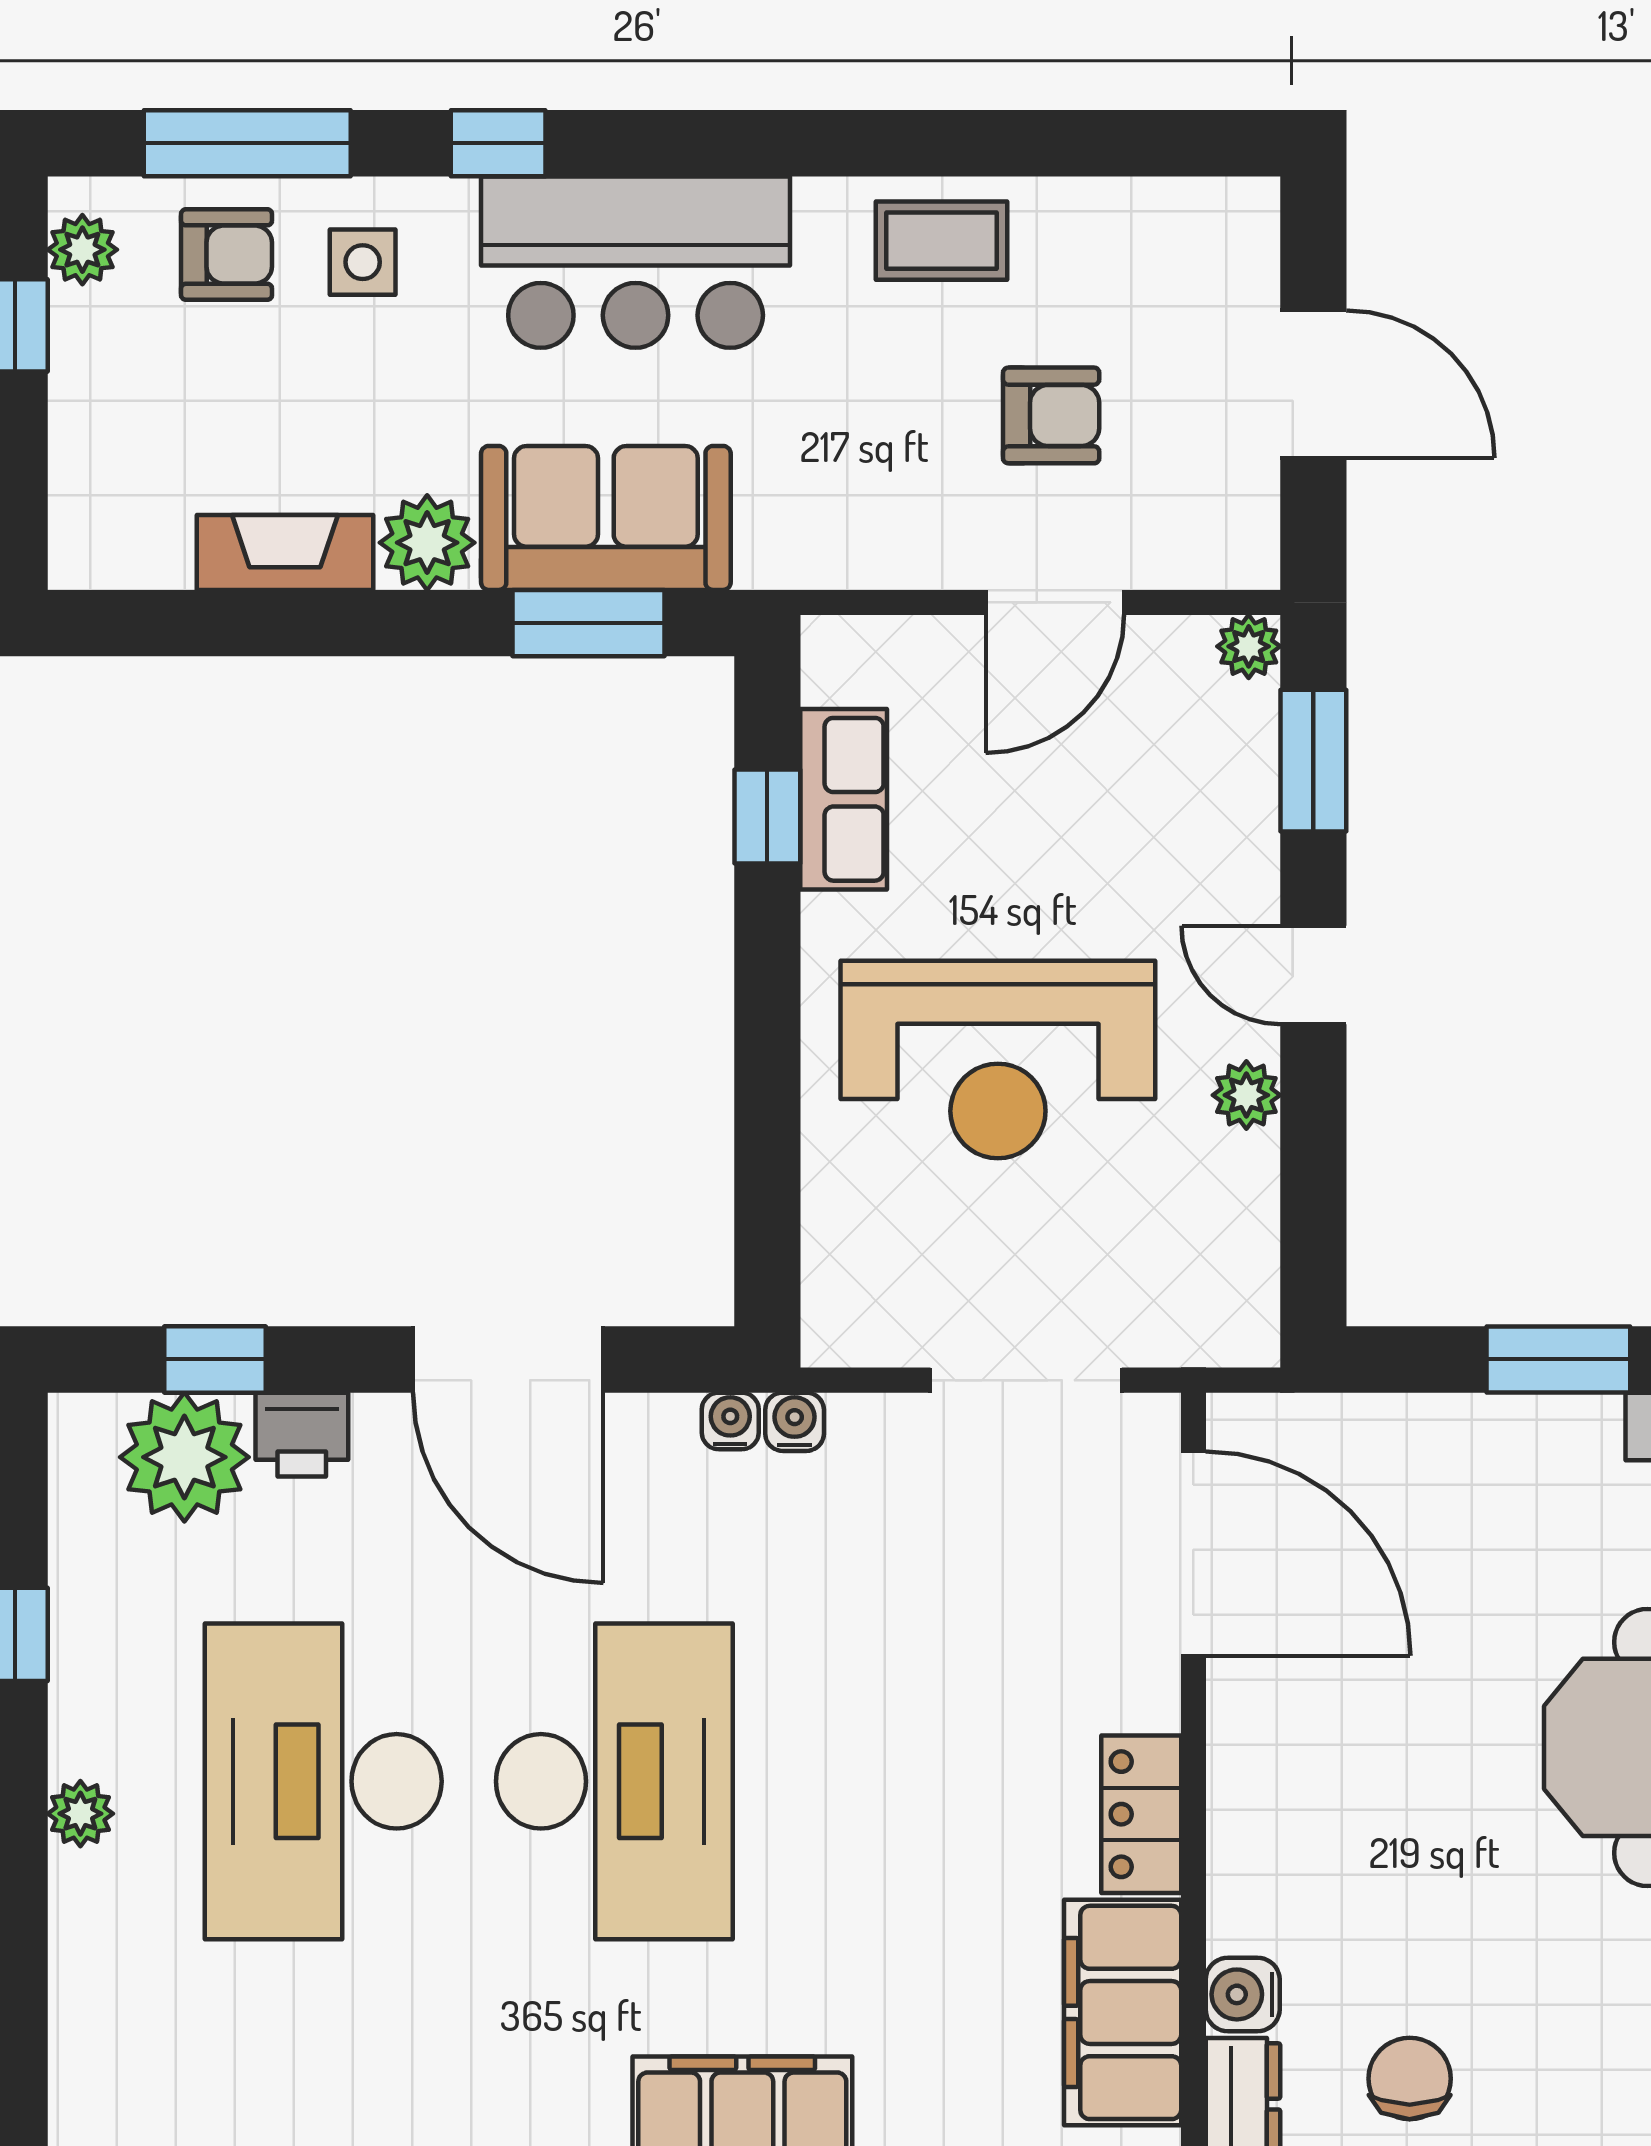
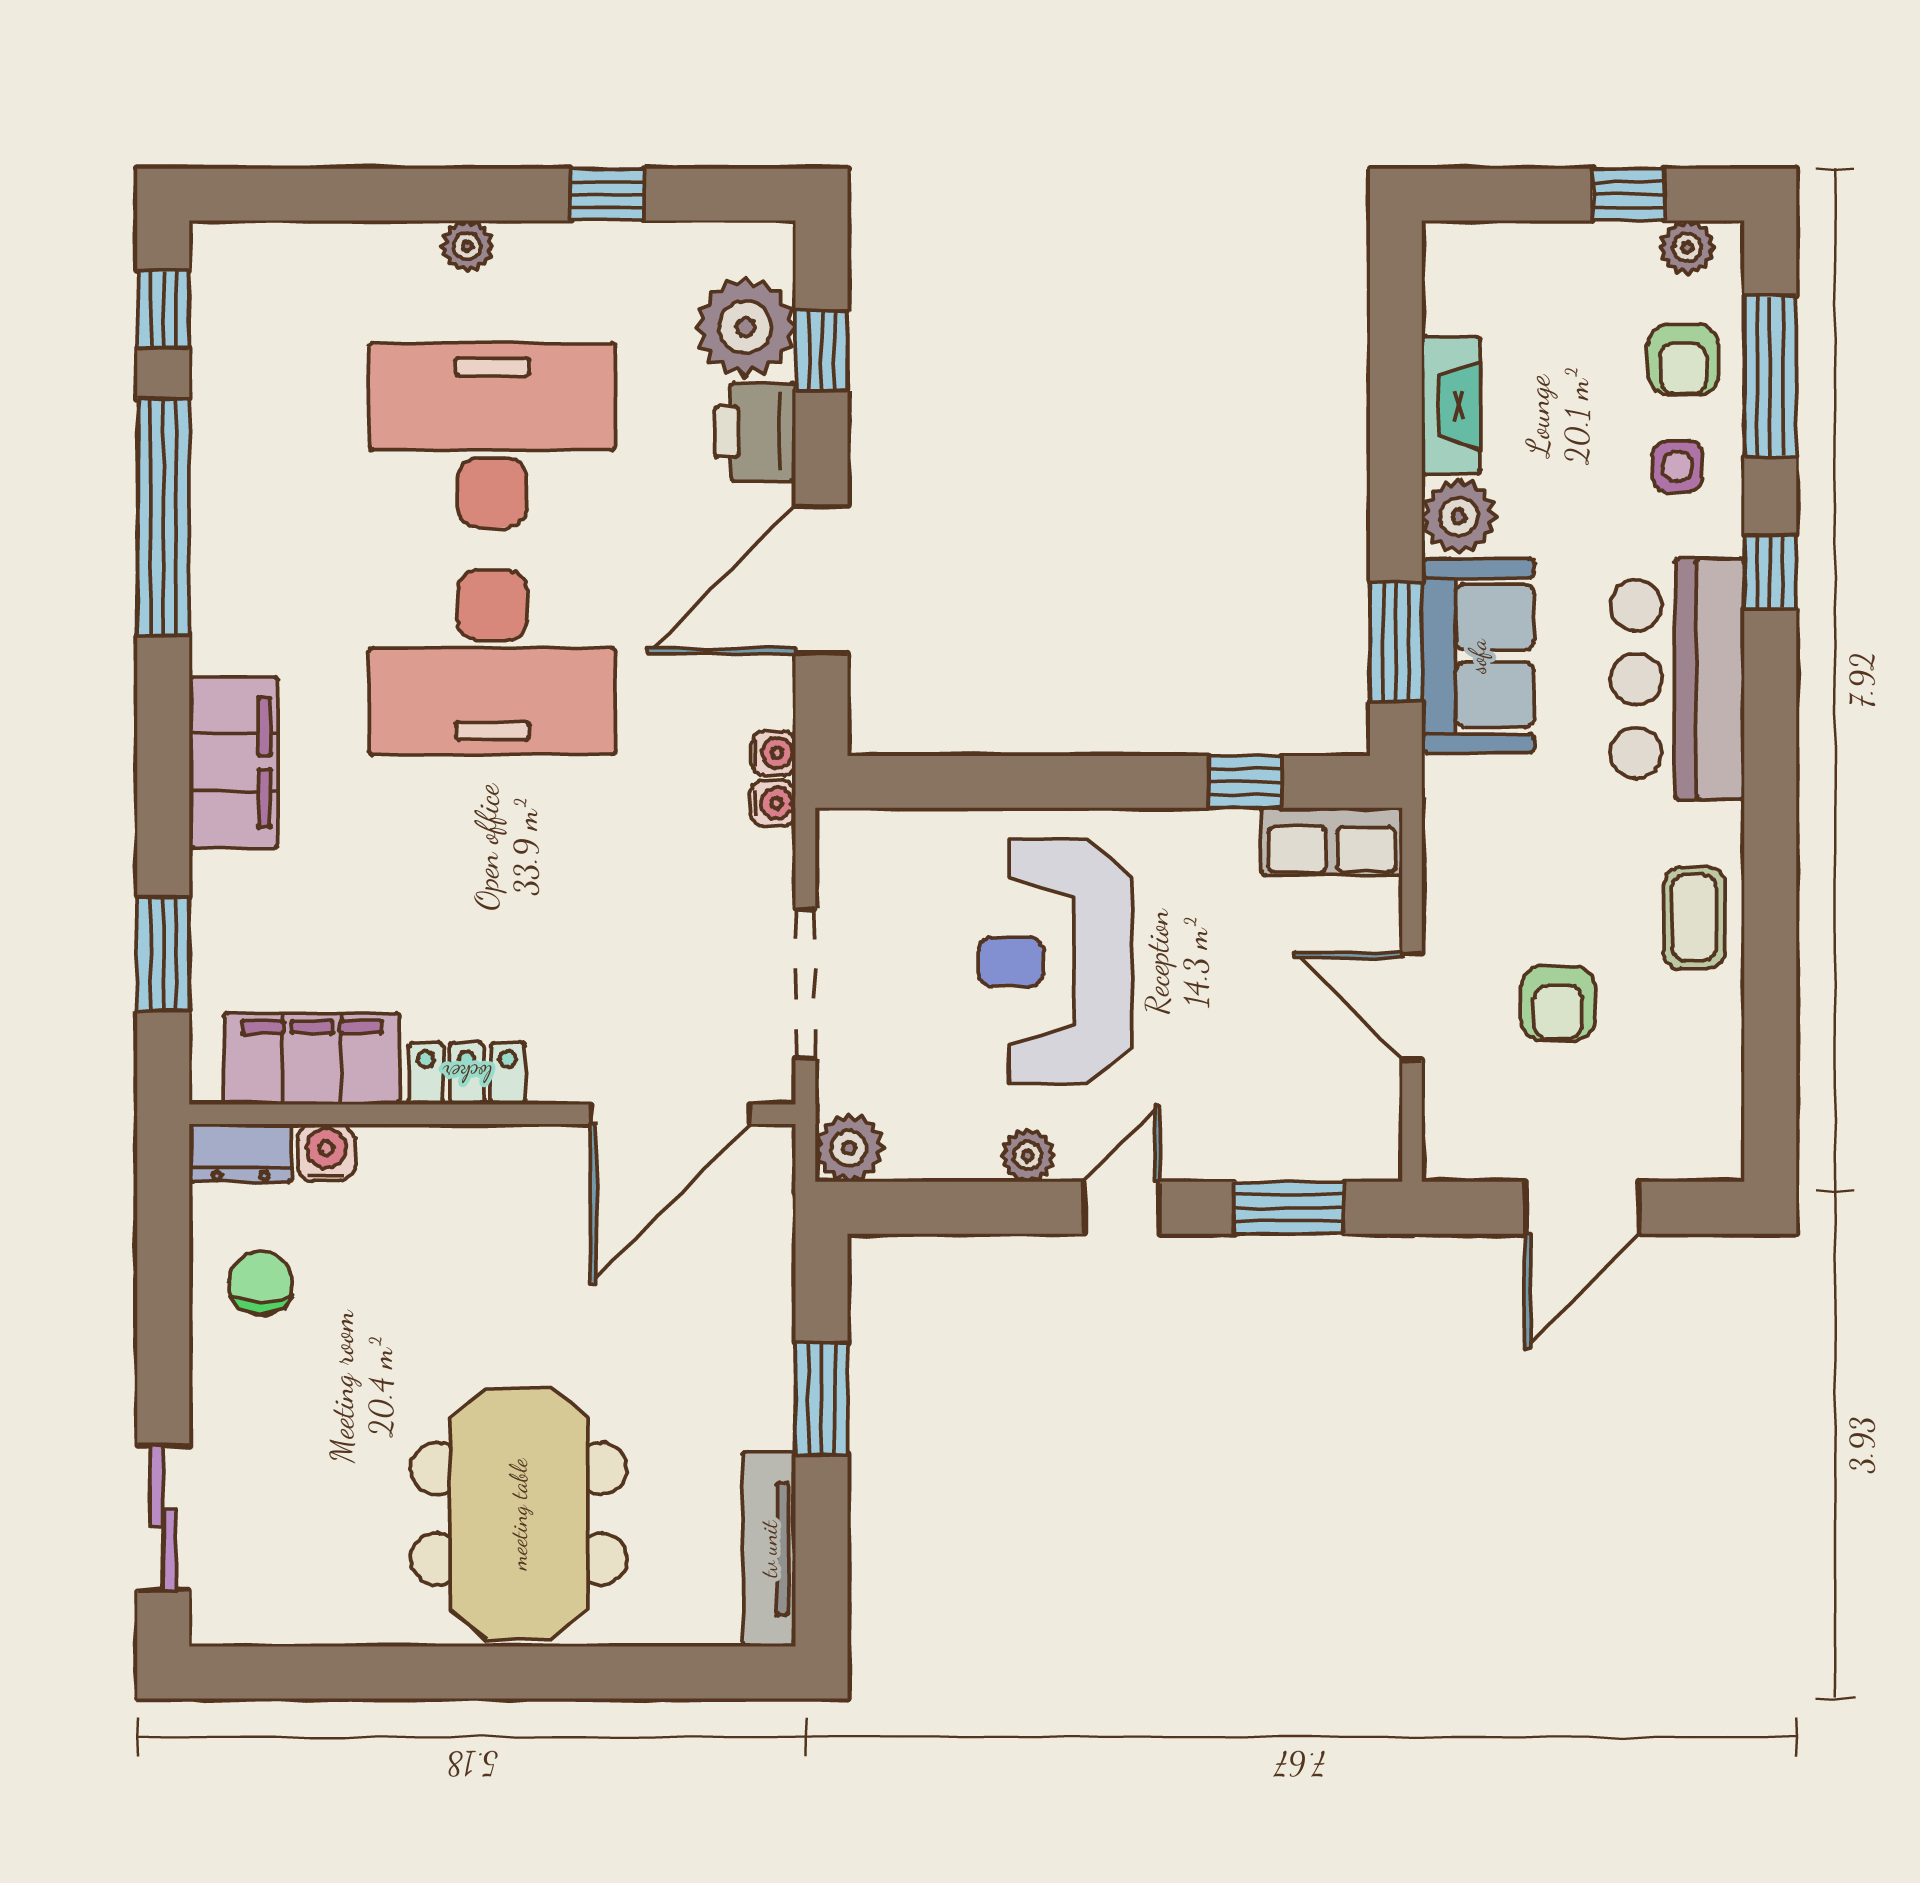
plant: (1249, 646) -> (849, 1148), moved, width x1.38, depth x1.38
row of seats: (844, 799) -> (1332, 841), moved
printer: (302, 1435) -> (755, 432), width x1.36, depth x1.24
chair: (1410, 2079) -> (261, 1283), turned -90

